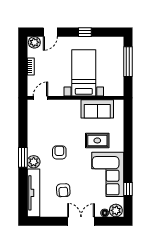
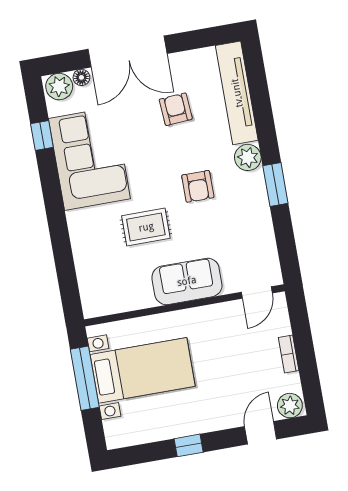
window: (128, 62) -> (85, 378), moved
bed with nightstands: (84, 73) -> (143, 370), moved, turned -90
sofa: (97, 109) -> (187, 281), moved
rug: (97, 140) -> (146, 227), moved
window: (23, 157) -> (275, 184), moved
double door: (81, 221) -> (128, 51), width x1.37

